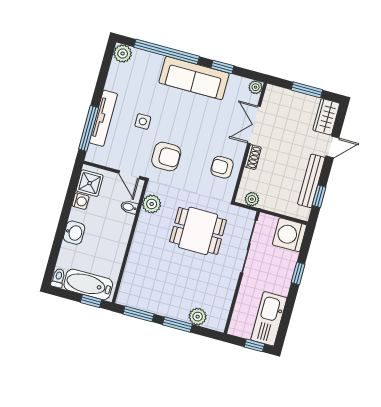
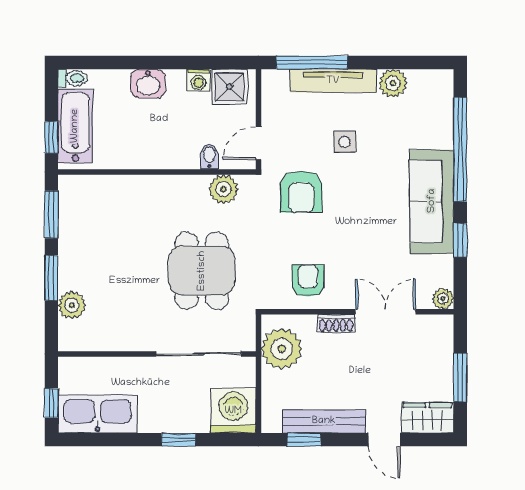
plant: (123, 53) -> (393, 83), moved
plant: (252, 199) -> (282, 349), width x1.88, depth x1.88

